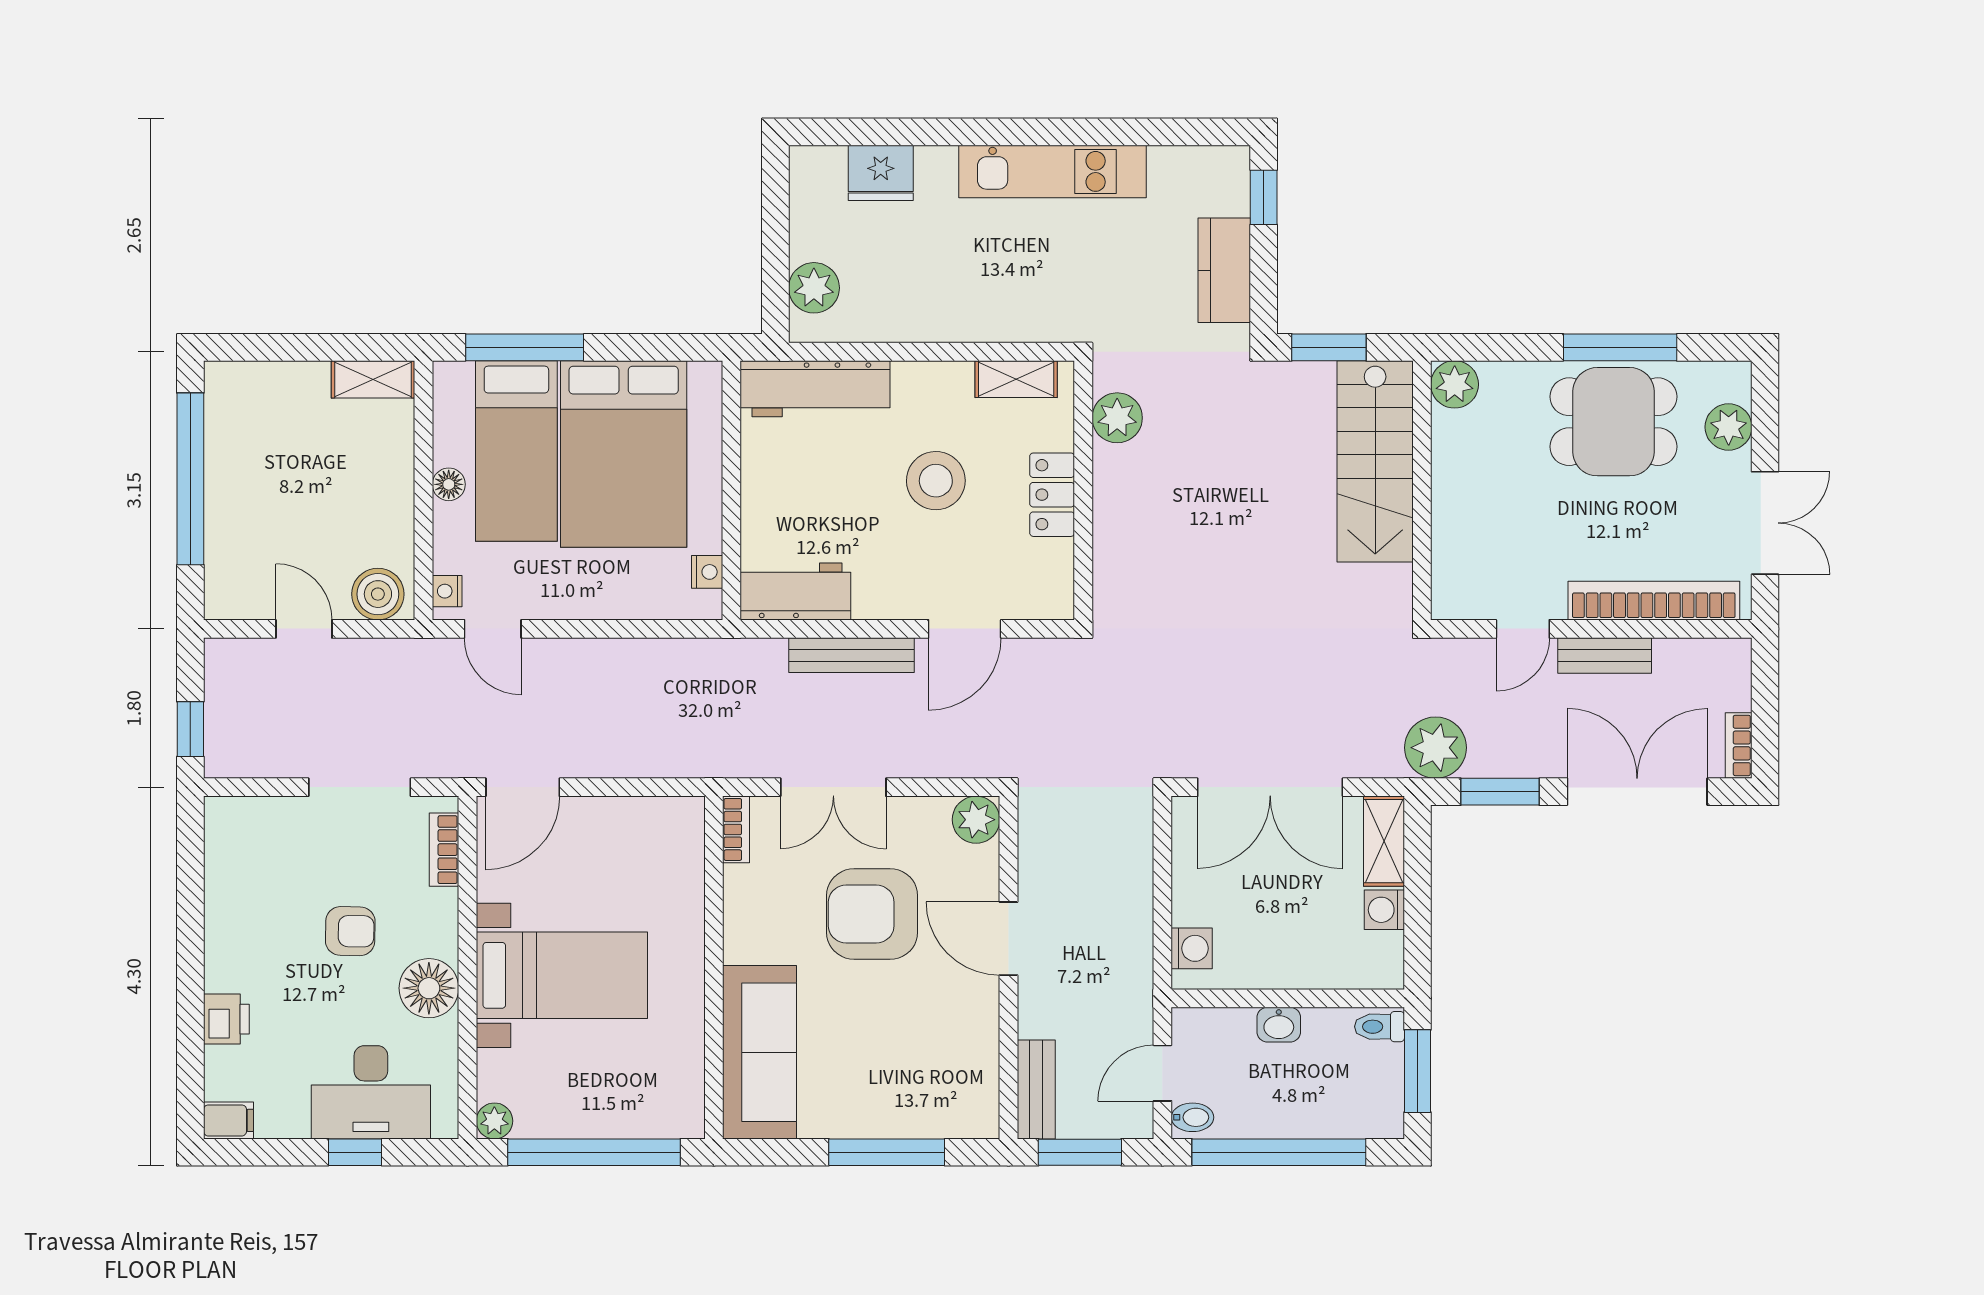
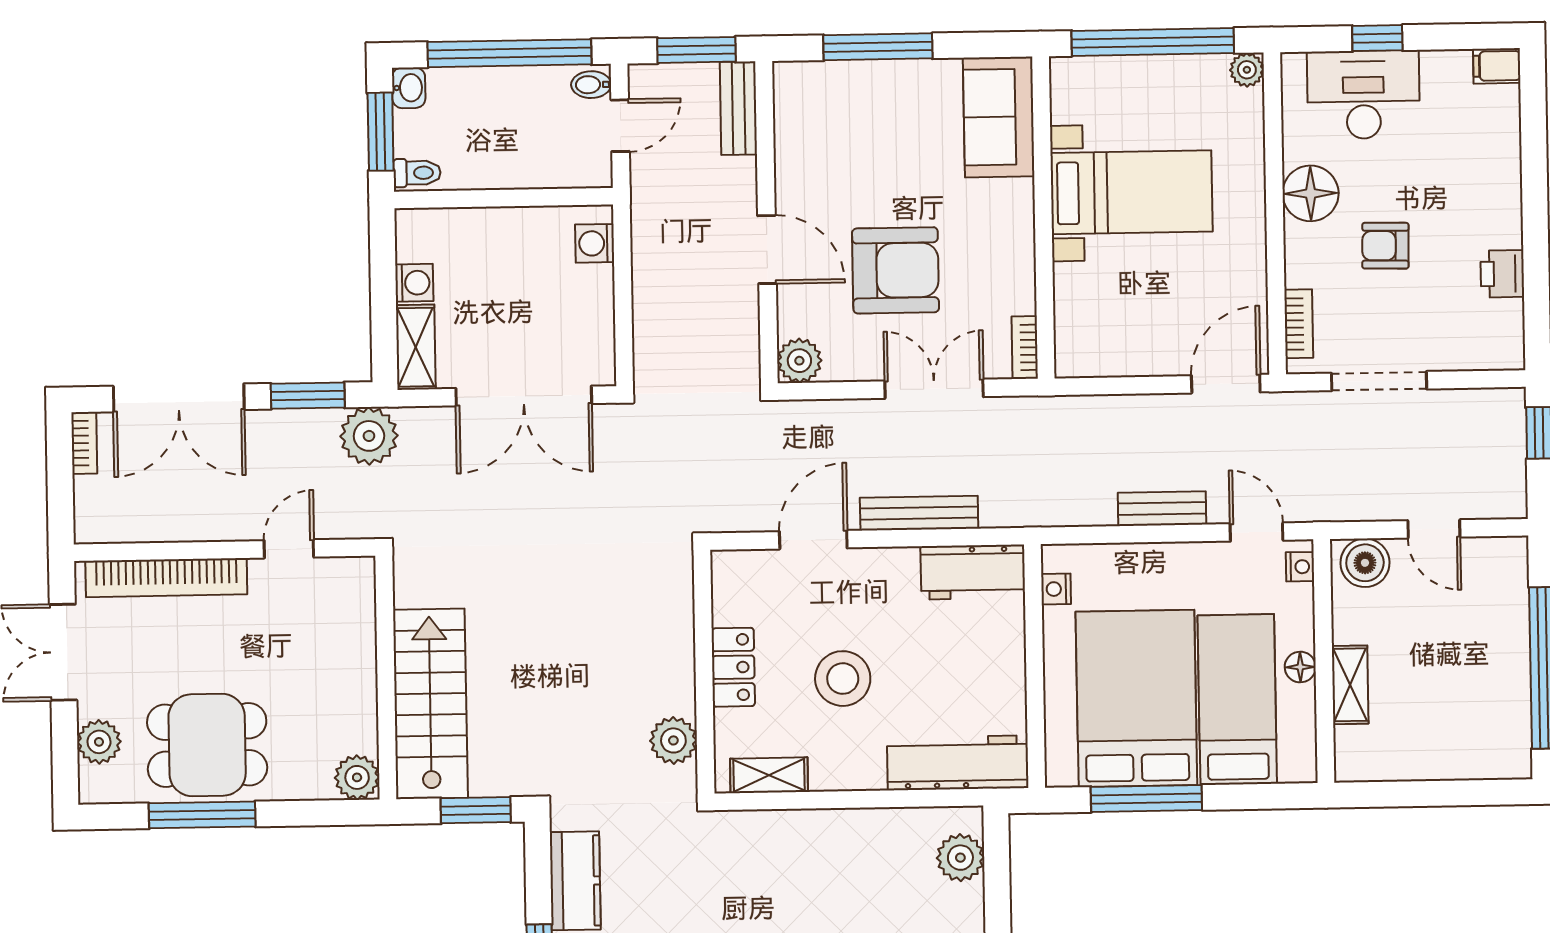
window: (525, 347) -> (1146, 798), moved
shelving: (373, 379) -> (1350, 685), moved, turned 90
bench: (1605, 655) -> (1162, 509), moved
double door: (1270, 787) -> (524, 396), swing flipped
bed with nightstands: (562, 975) -> (1131, 192), moved, turned 180
printer: (226, 1019) -> (1502, 274), moved
washbasin: (1279, 1025) -> (409, 88), moved, turned 90
sofa: (759, 1052) -> (999, 117), width x0.73

